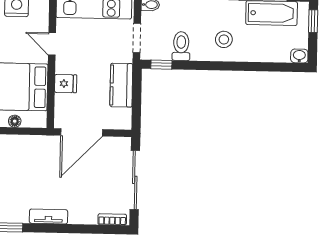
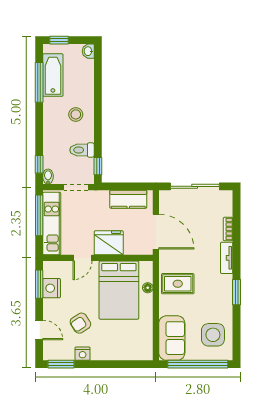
fridge: (66, 84) -> (109, 243), width x1.88, depth x1.34
kitchen counter: (121, 85) -> (128, 199), moved
rug: (19, 157) -> (178, 284), added
bookcase: (112, 219) -> (228, 229), moved

